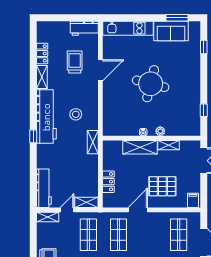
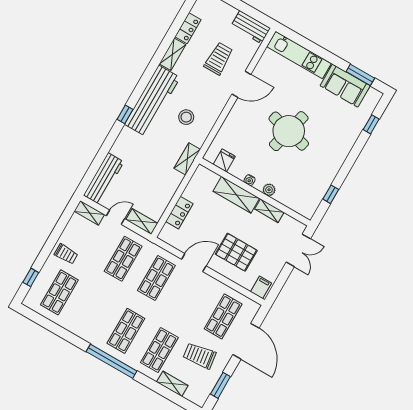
fridge: (118, 129) -> (224, 160), added

